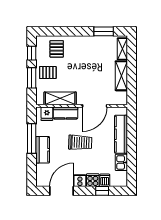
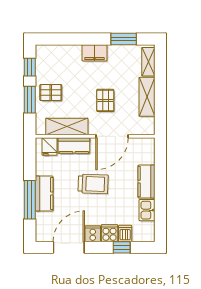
filing cabinet: (81, 42) -> (94, 53), added
pallet: (57, 49) -> (105, 100), moved
kitchen counter: (121, 134) -> (146, 182), width x0.67
window: (32, 139) -> (30, 200), moved

